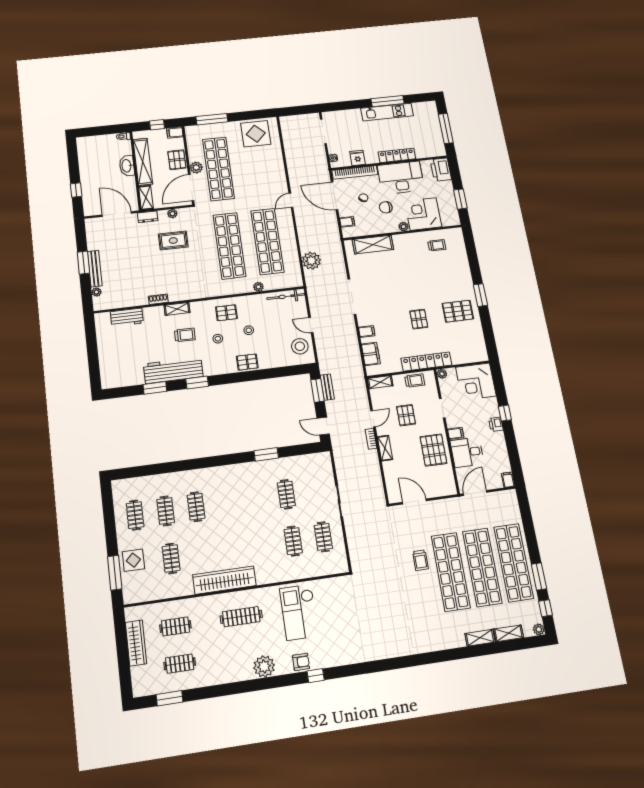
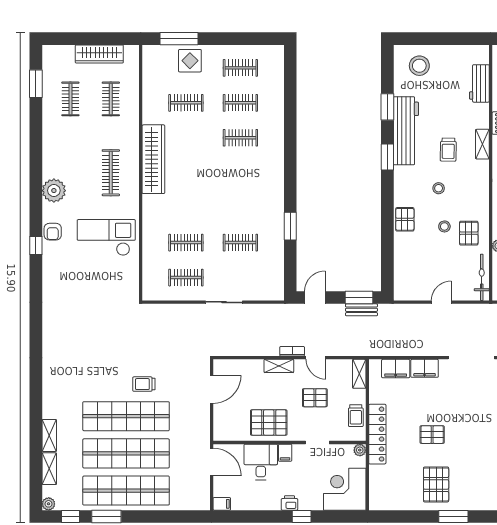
pallet: (226, 313) -> (469, 233), moved
filing cabinet: (367, 331) -> (425, 368), width x2.00
stool: (300, 346) -> (419, 66), moved

